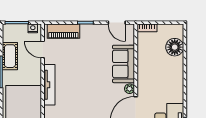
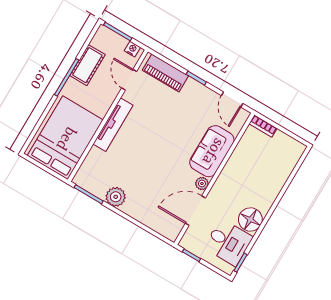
floor lamp: (175, 47) -> (250, 220), moved

